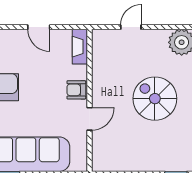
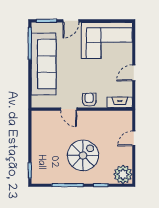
door: (131, 27) -> (134, 138), swing flipped

